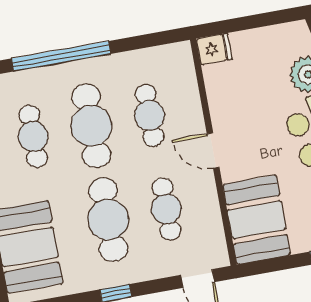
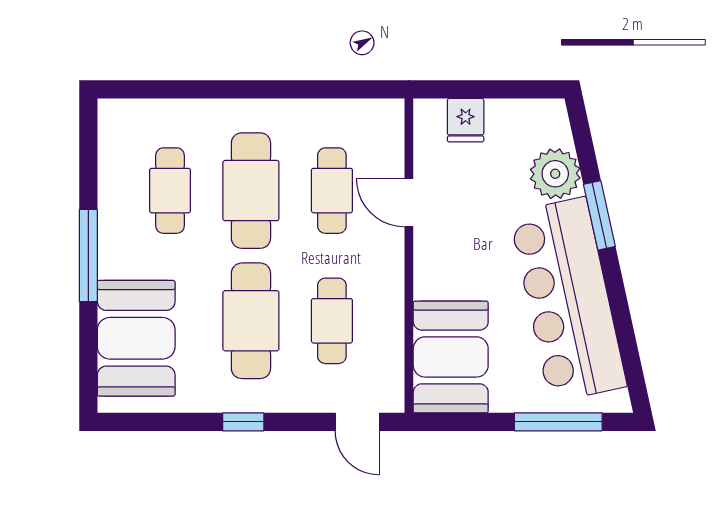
fridge: (214, 49) -> (466, 120), moved, turned 90
window: (61, 56) -> (227, 89), removed
door: (213, 151) -> (409, 203), moved

